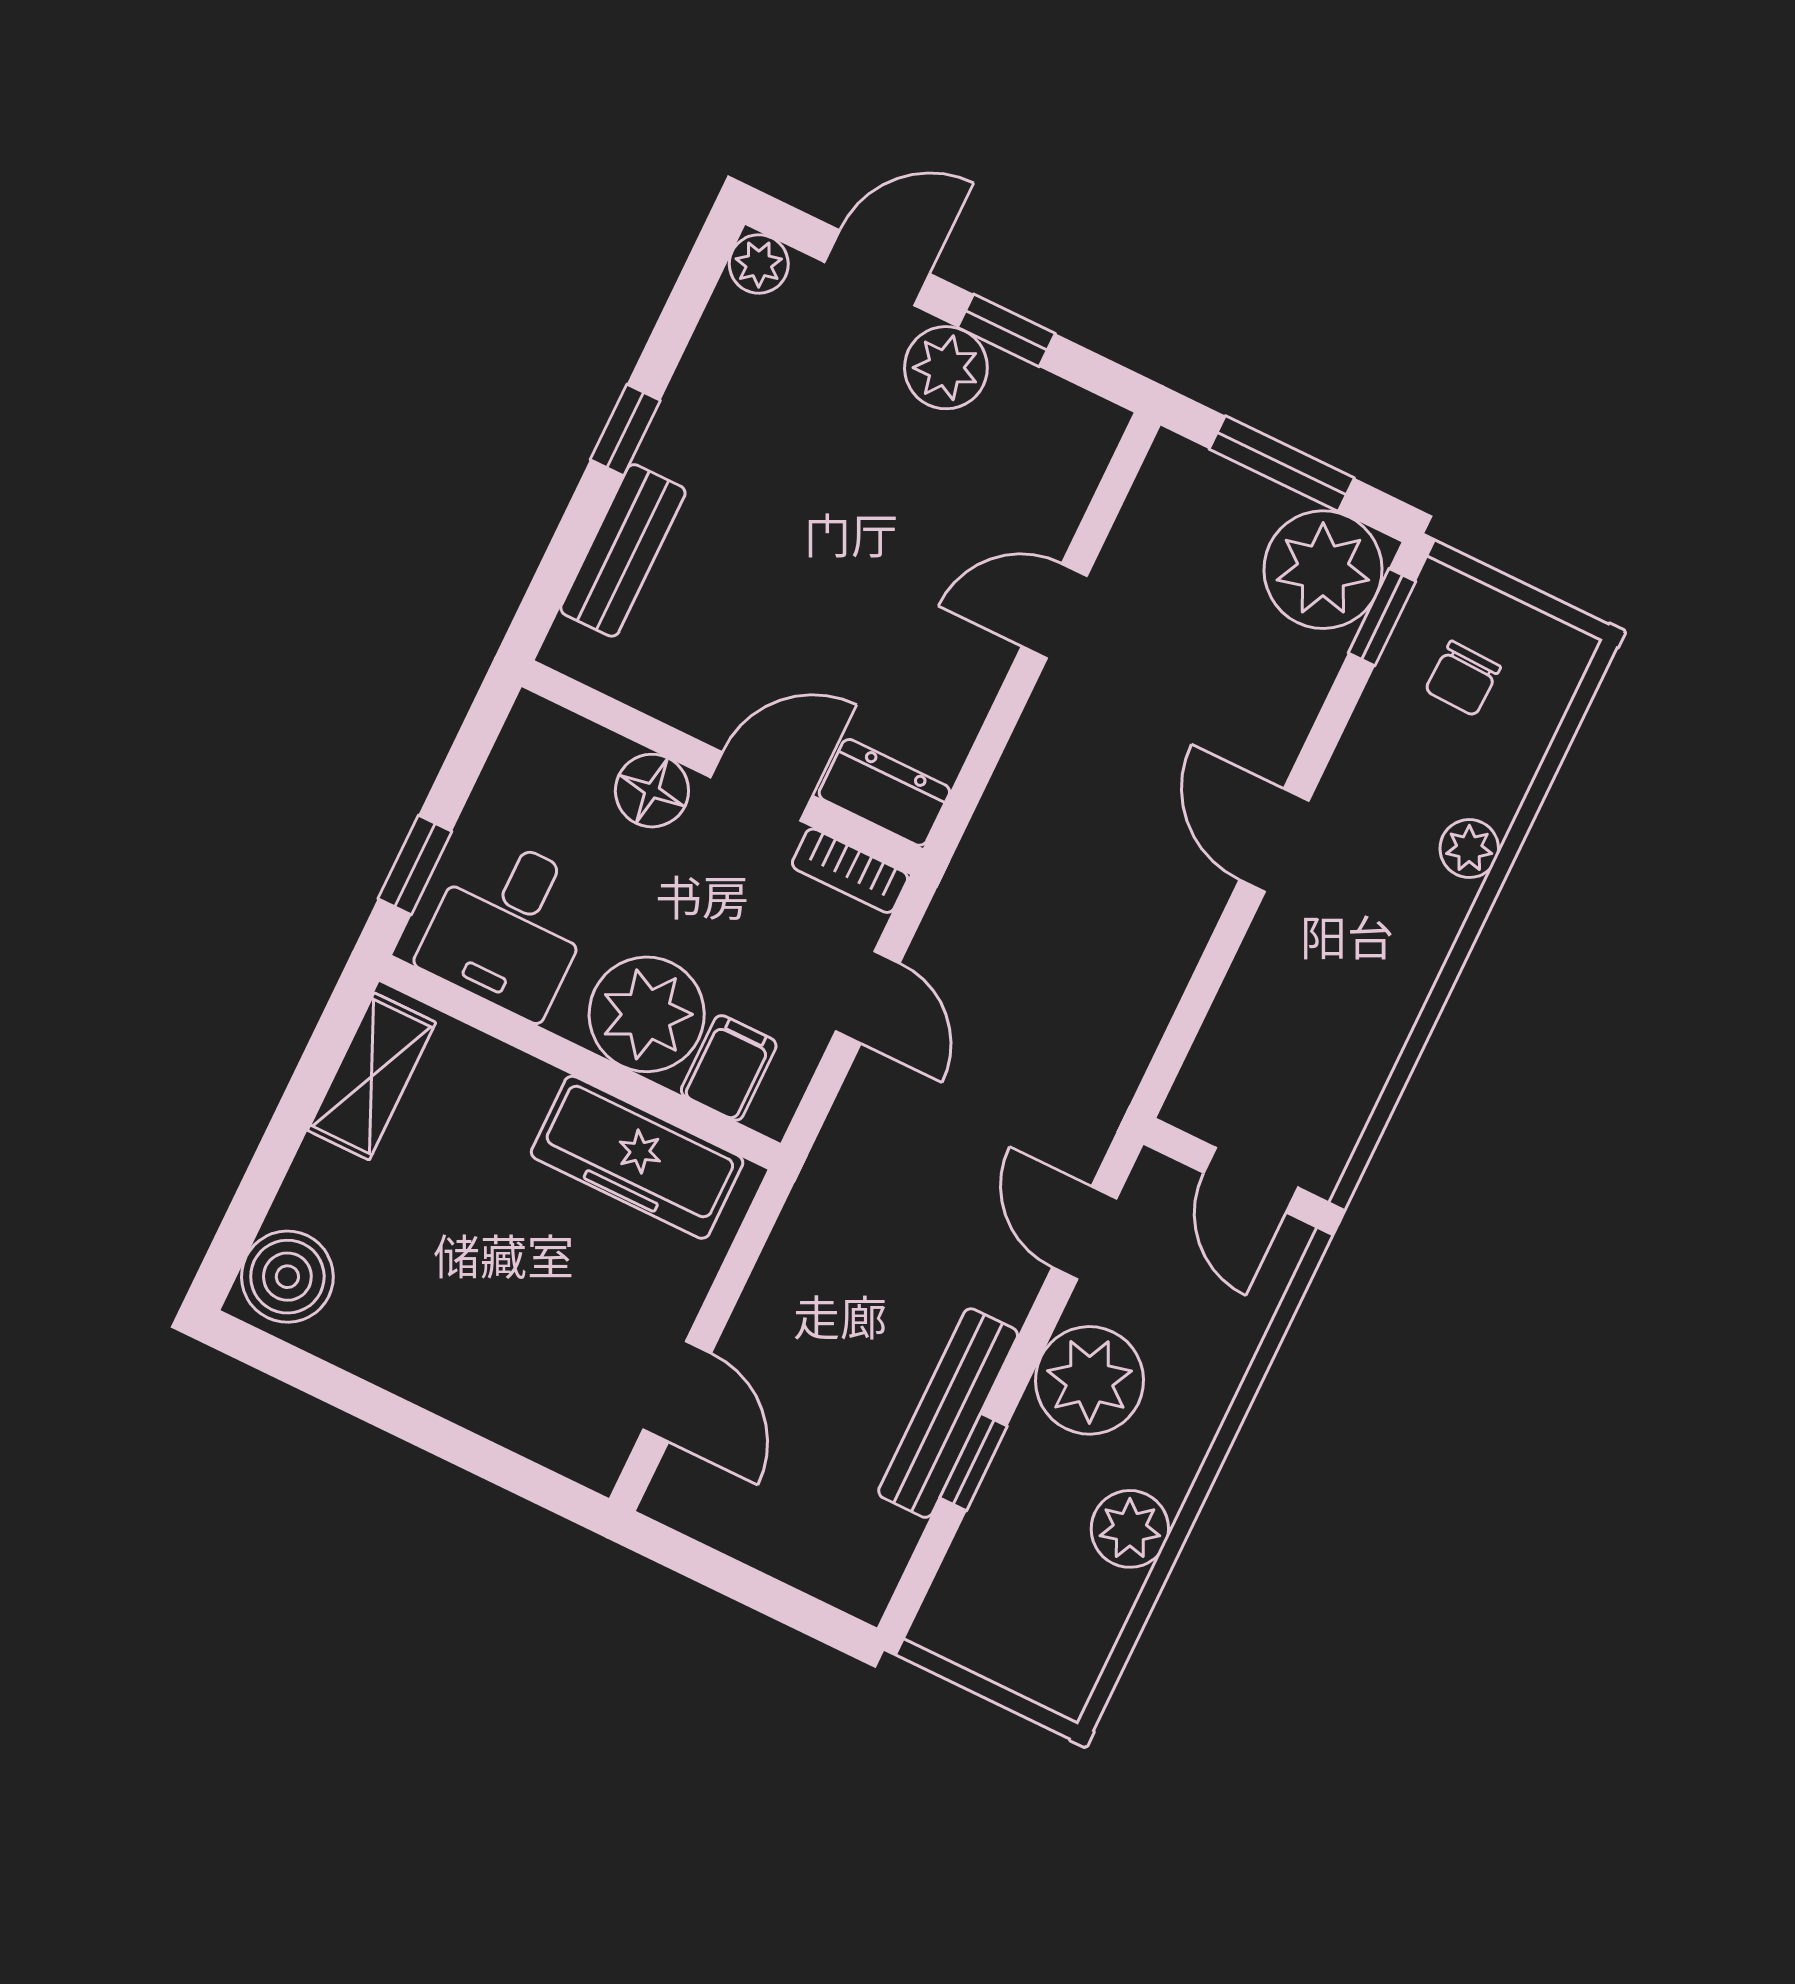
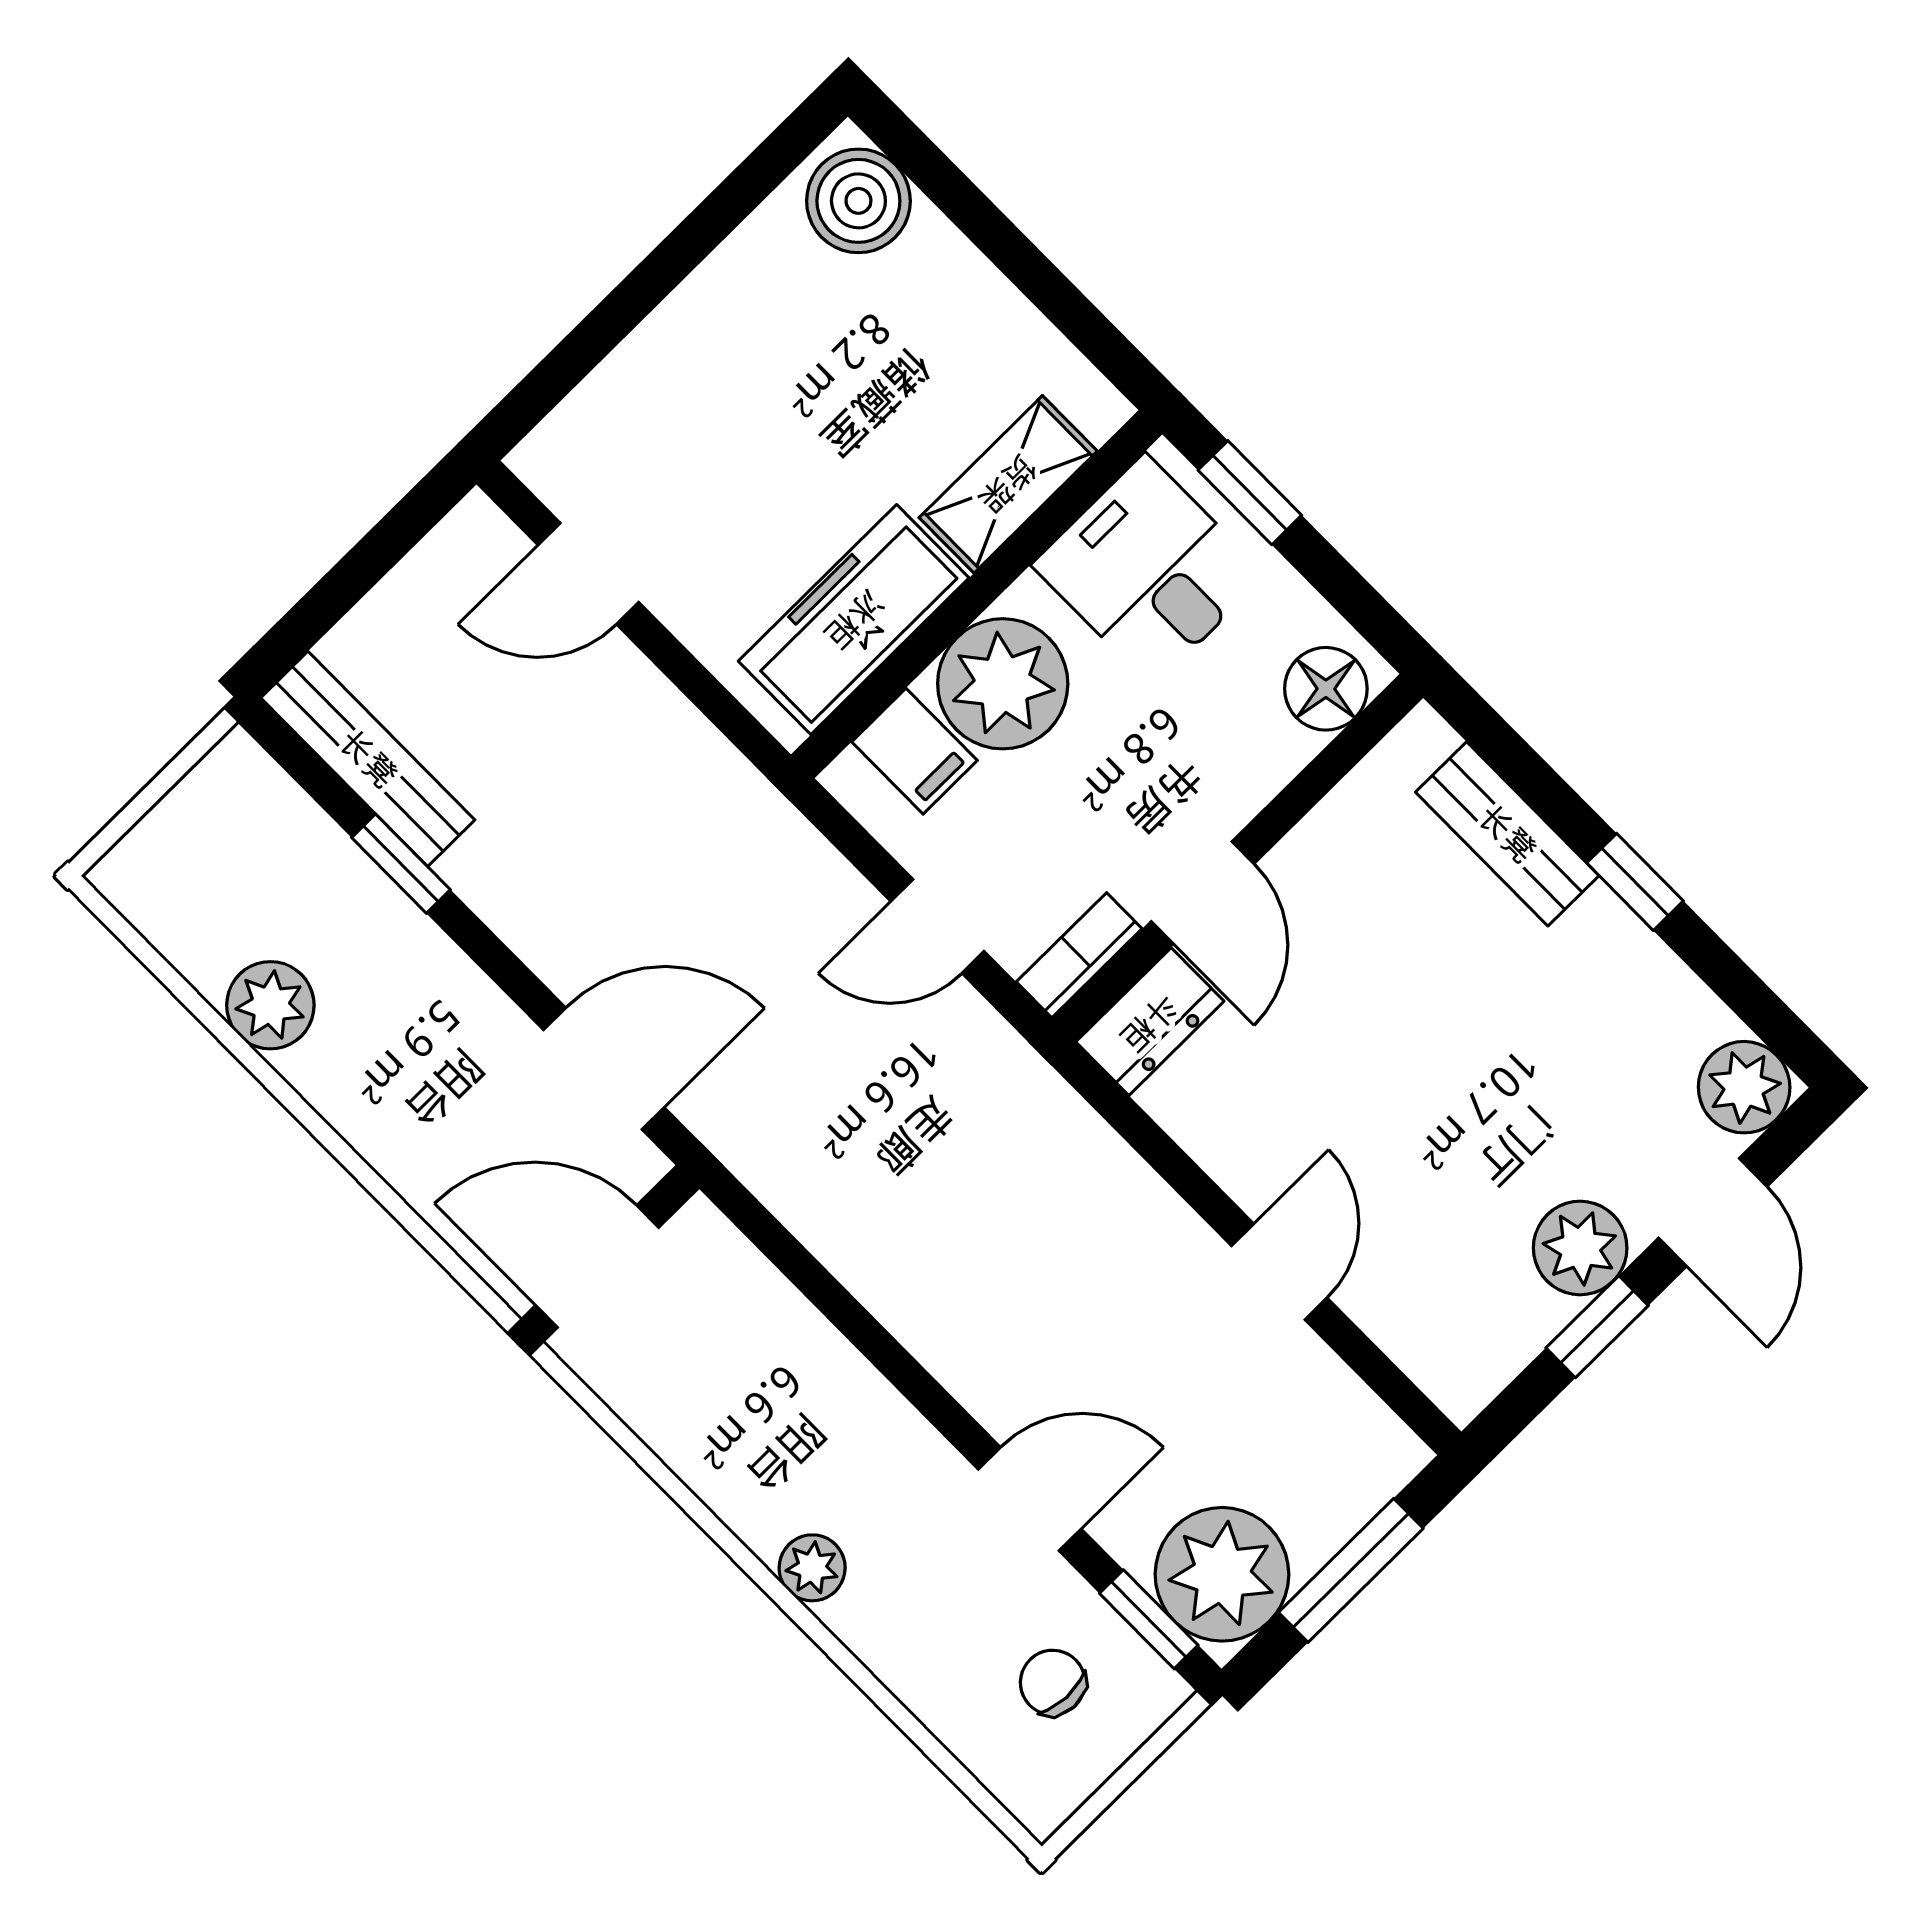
plant: (759, 264) -> (1744, 1087), width x1.38, depth x1.38
floor lamp: (652, 791) -> (1326, 689), moved
door: (1274, 840) -> (1030, 1499), moved
plant: (1469, 849) -> (812, 1568), moved
shelving: (372, 1076) -> (1008, 484), moved, turned 90
door: (1251, 1180) -> (597, 1266), width x1.38
door: (1084, 1233) -> (604, 1069), width x1.37
plant: (1089, 1380) -> (444, 1018), removed
bench: (948, 1413) -> (368, 759), moved

